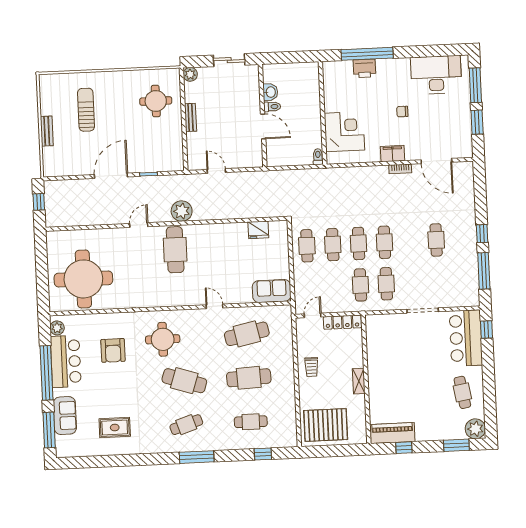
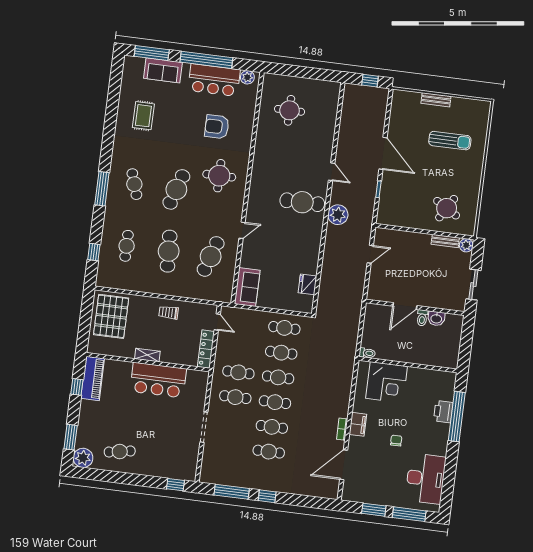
round table: (156, 101) -> (447, 208), turned 31
bench: (191, 117) -> (445, 241), moved
cafe table: (410, 241) -> (272, 427), added
round table: (83, 279) -> (290, 110), width x0.54, depth x0.54
cafe table: (247, 334) -> (211, 256), turned 30
bar counter: (466, 338) -> (158, 380), moved, turned 180

